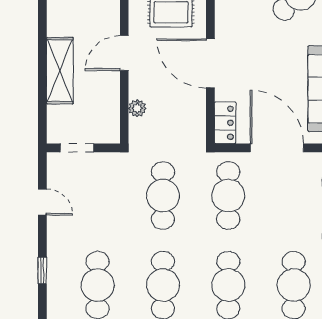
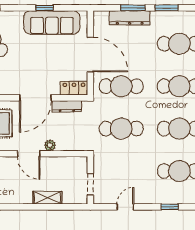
shelving: (60, 71) -> (47, 198), width x0.67, depth x0.75
plant: (137, 108) -> (50, 145), moved
dresser: (197, 112) -> (67, 106), added
door: (277, 148) -> (90, 55), swing flipped

